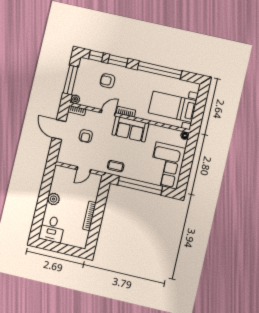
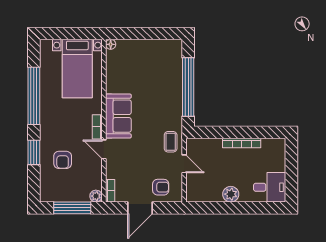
window: (96, 56) -> (34, 182), removed
armchair: (86, 136) -> (161, 187), moved
coffee table: (116, 166) -> (171, 142), moved
corner sofa: (166, 166) -> (155, 59), removed

